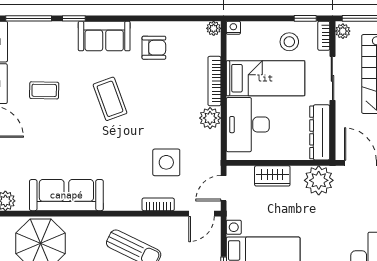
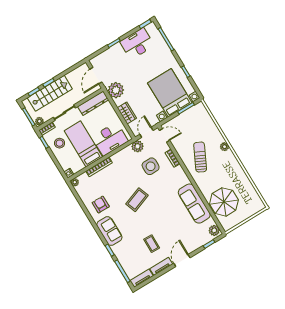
coffee table: (110, 99) -> (137, 200), moved
plant: (210, 118) -> (137, 146), moved
door: (224, 188) -> (146, 132), swing flipped

